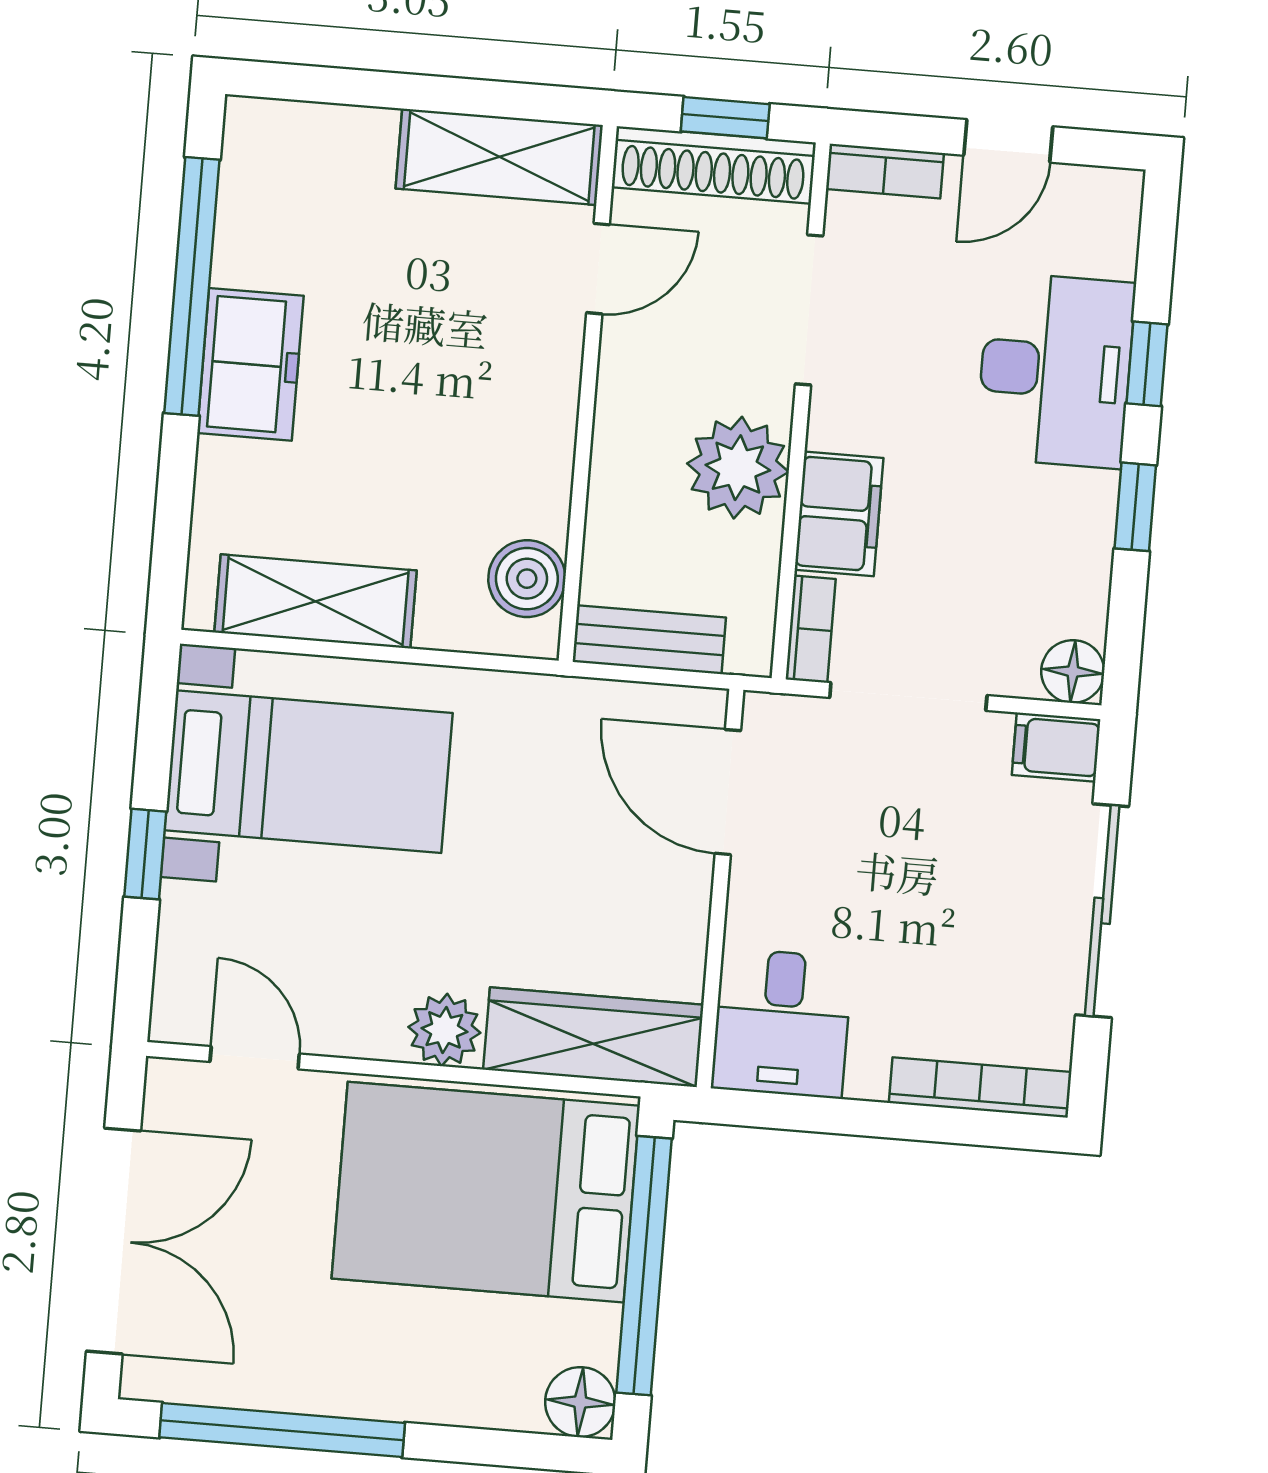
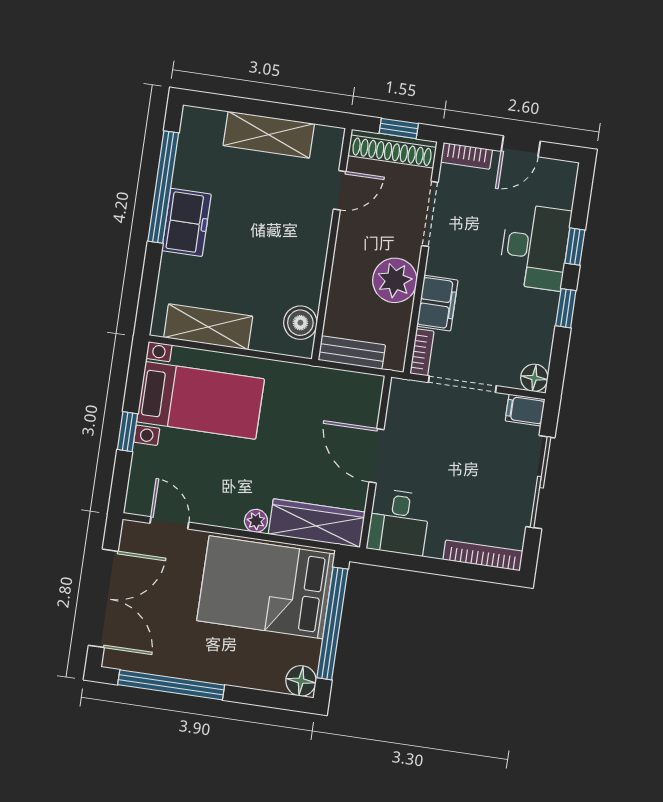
shelving: (499, 157) -> (269, 135), moved
door: (728, 792) -> (376, 456), moved
plant: (444, 1030) -> (256, 521), width x0.73, depth x0.73

